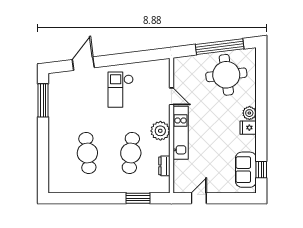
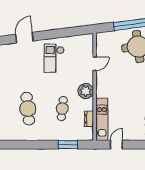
door: (171, 96) -> (95, 64), hinge flipped
kitchen unit: (181, 133) -> (102, 119), moved
cafe table: (131, 153) -> (62, 109), width x0.73, depth x0.74

